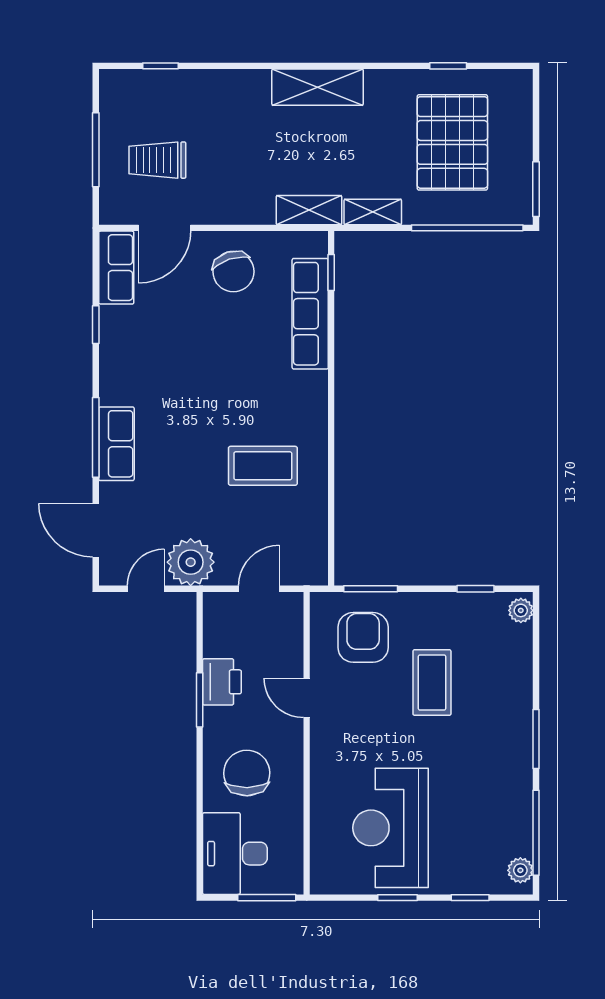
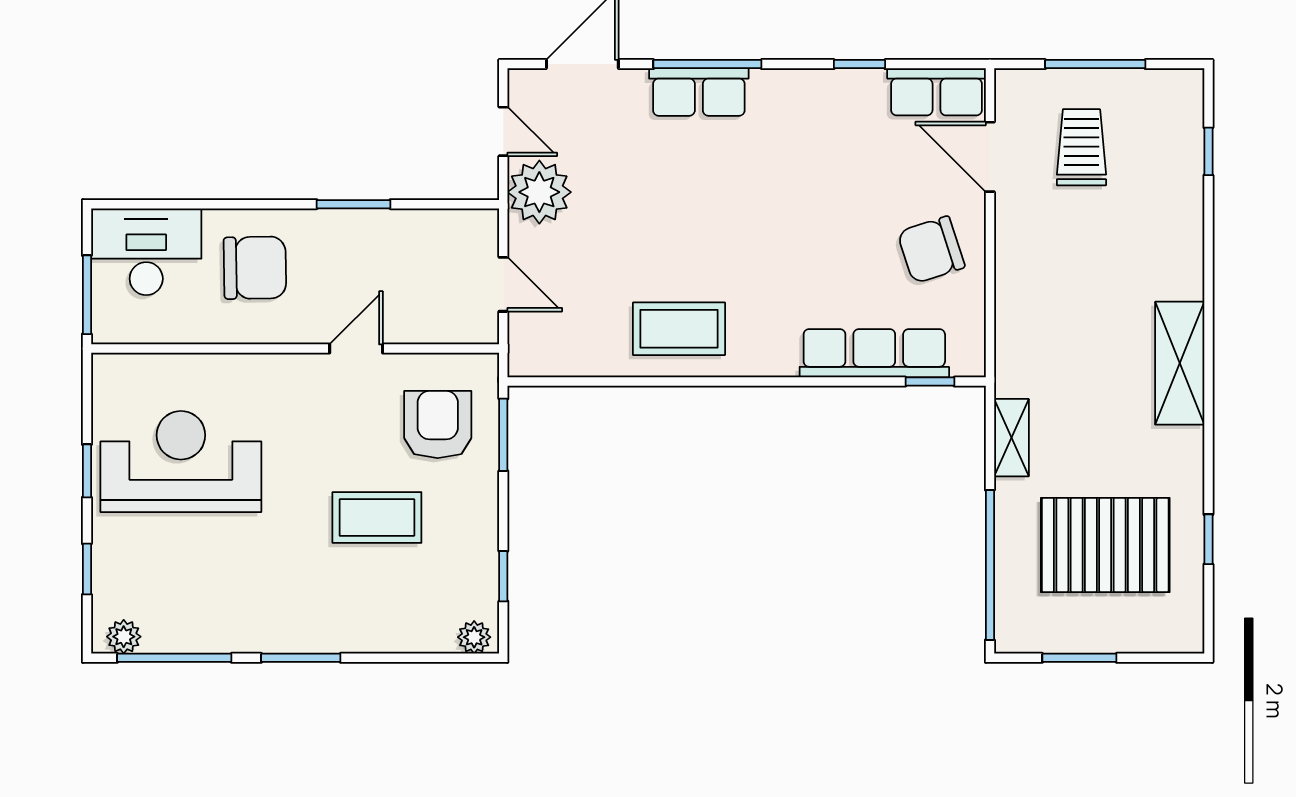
window: (536, 189) -> (1079, 658), moved
shelving: (309, 210) -> (1014, 352), removed
coffee table: (263, 466) -> (679, 329), moved, turned 90
armchair: (363, 637) -> (438, 425), turned -90
printer: (222, 682) -> (378, 234), removed

